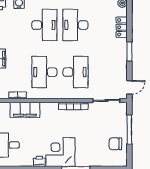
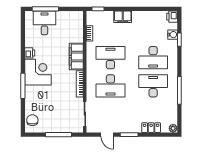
door: (129, 87) -> (107, 135), moved
filing cabinet: (25, 110) -> (76, 56), moved
chair: (115, 144) -> (32, 120), moved

